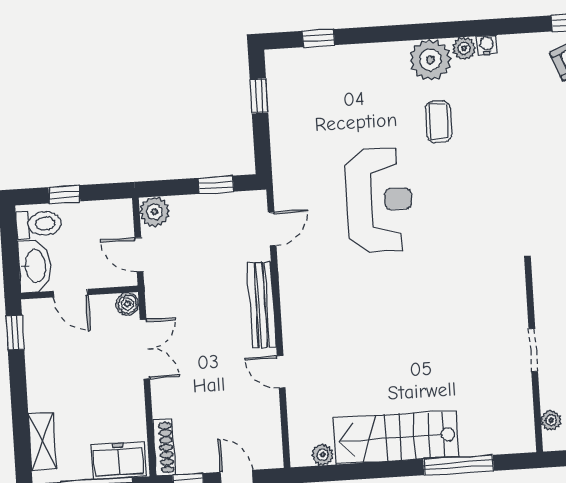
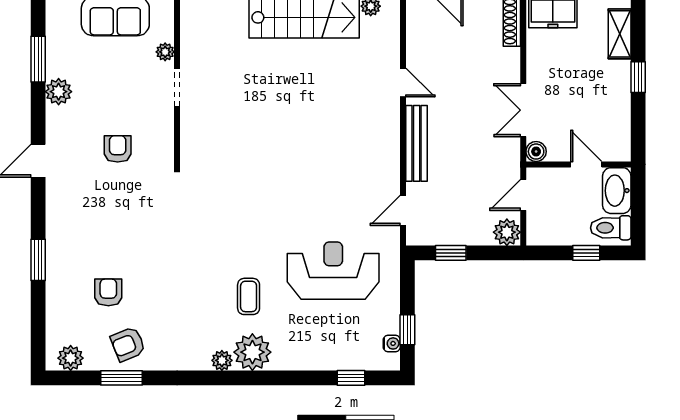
water cooler: (487, 45) -> (392, 343), moved, turned -90
reception desk: (380, 200) -> (333, 271), moved, turned 90
door: (139, 254) -> (523, 195), swing flipped
window: (15, 333) -> (638, 77), moved
plant: (551, 420) -> (165, 52), moved

